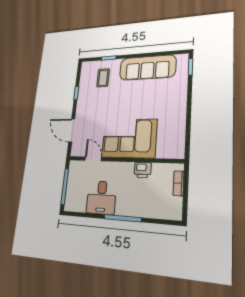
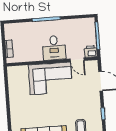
printer: (143, 170) -> (91, 52), moved
desk: (101, 198) -> (54, 48), moved, turned 180

